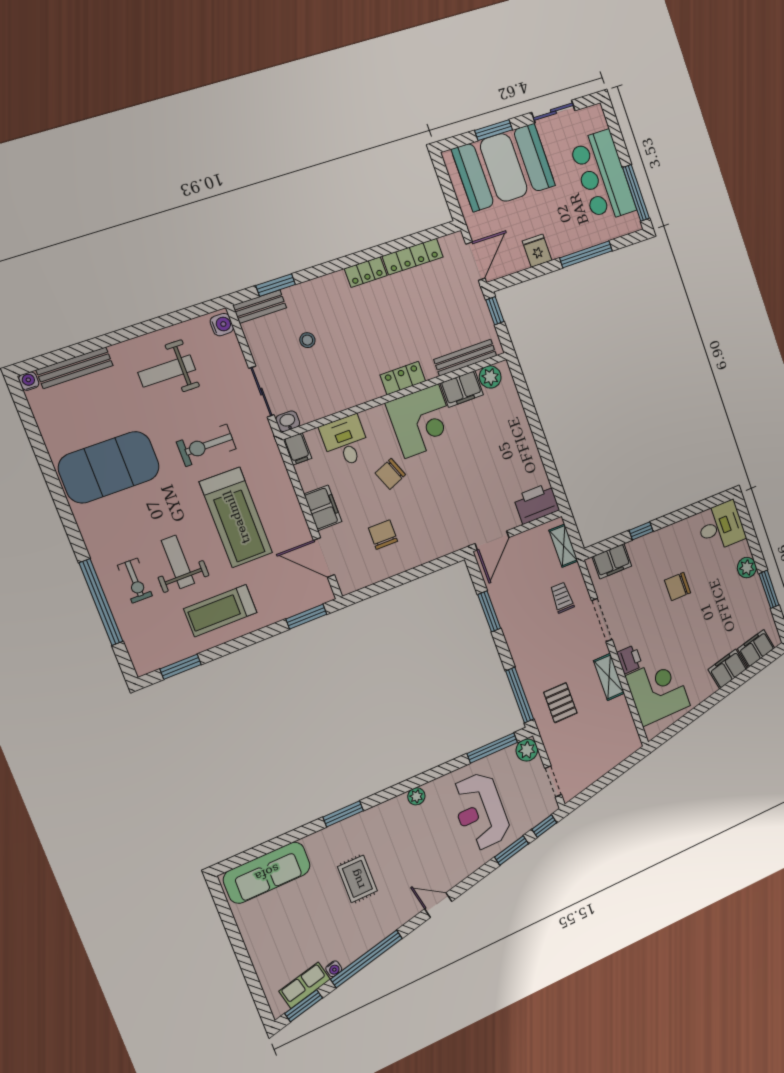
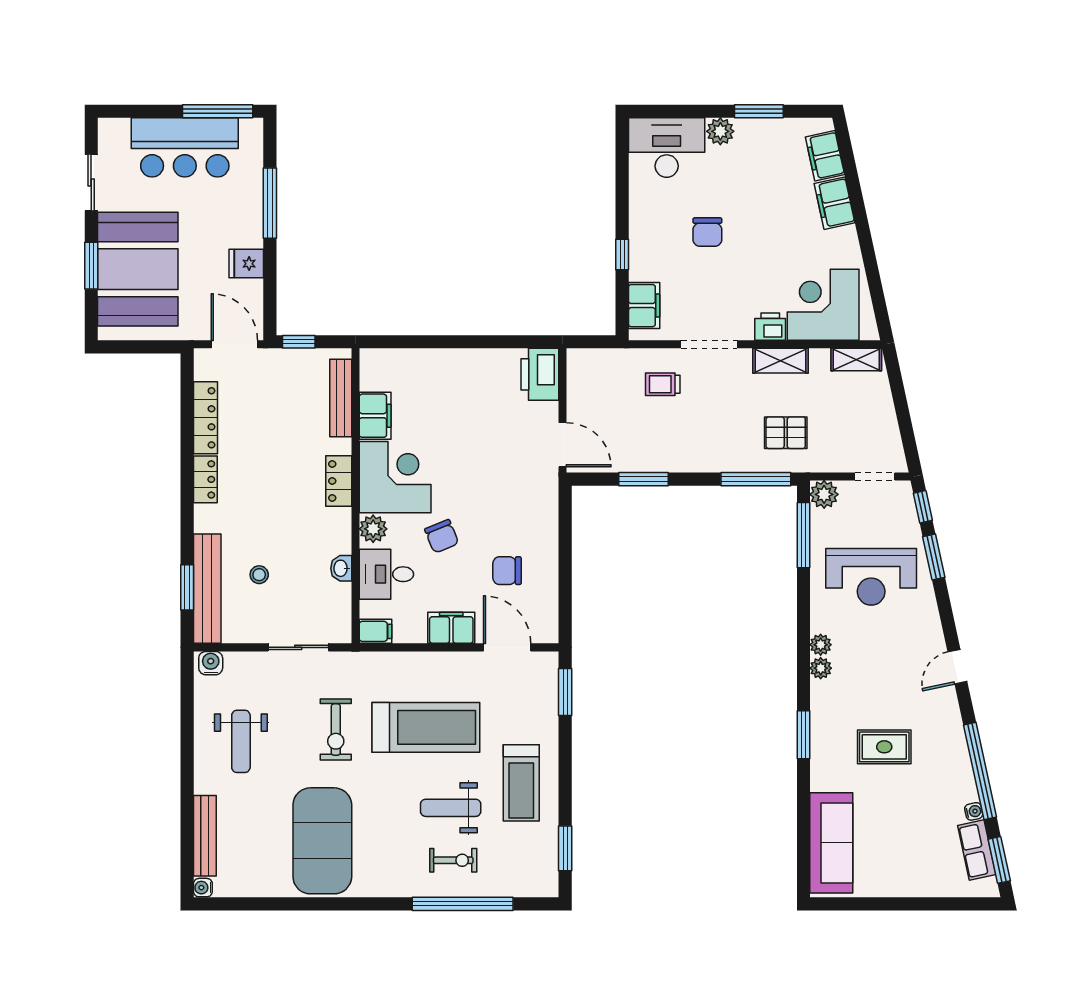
bench: (260, 307) -> (207, 589), width x1.86, depth x1.21
plant: (490, 377) -> (373, 529), moved
washbasin: (288, 421) -> (341, 568), moved
desk: (721, 526) -> (667, 148), width x1.37
shelving: (563, 546) -> (856, 359), moved
door: (324, 558) -> (507, 647), swing flipped
plant: (399, 804) -> (821, 668), added

